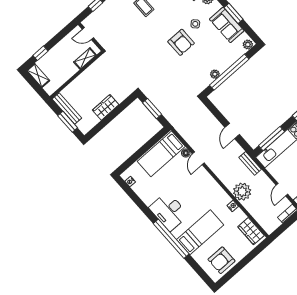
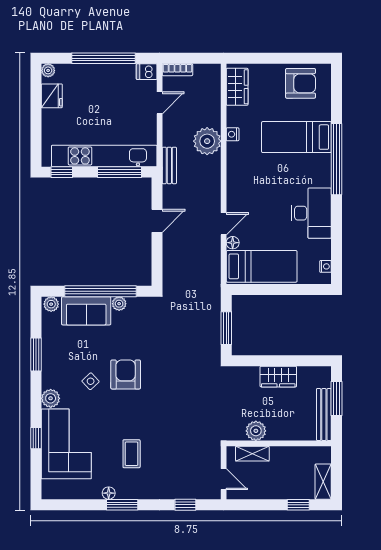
sofa: (227, 25) -> (86, 311), moved, turned 90
plant: (93, 71) -> (256, 431), added
desk: (169, 211) -> (311, 213), moved

